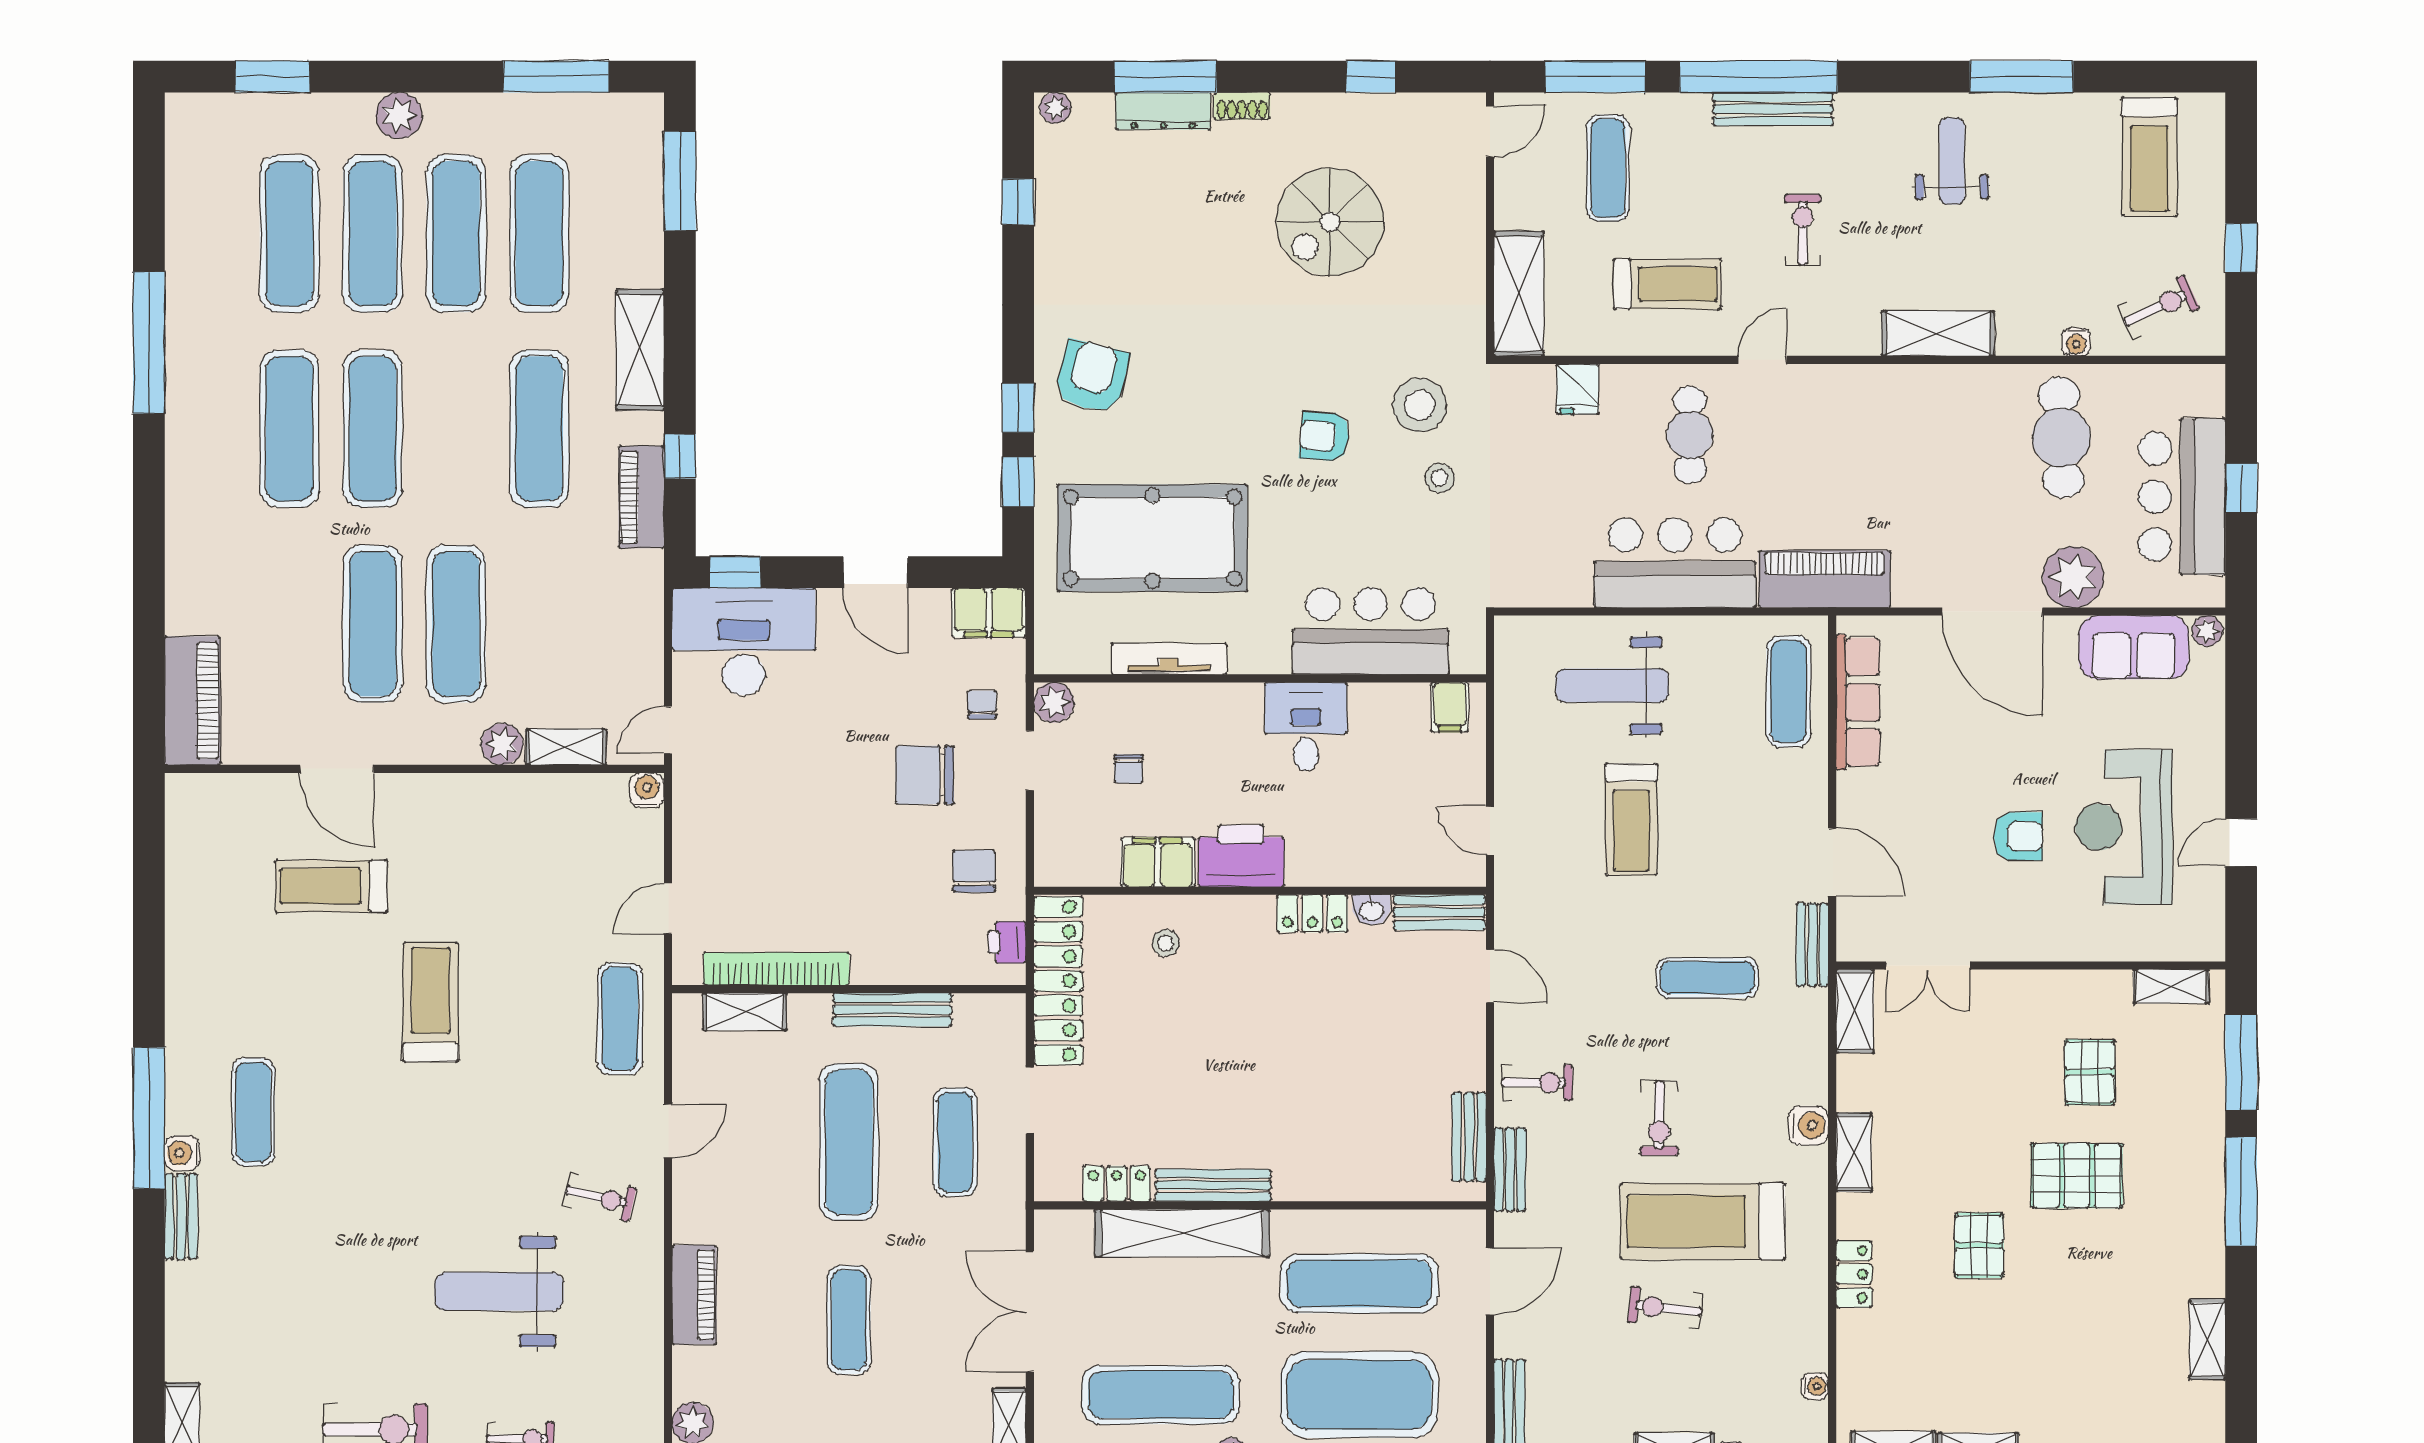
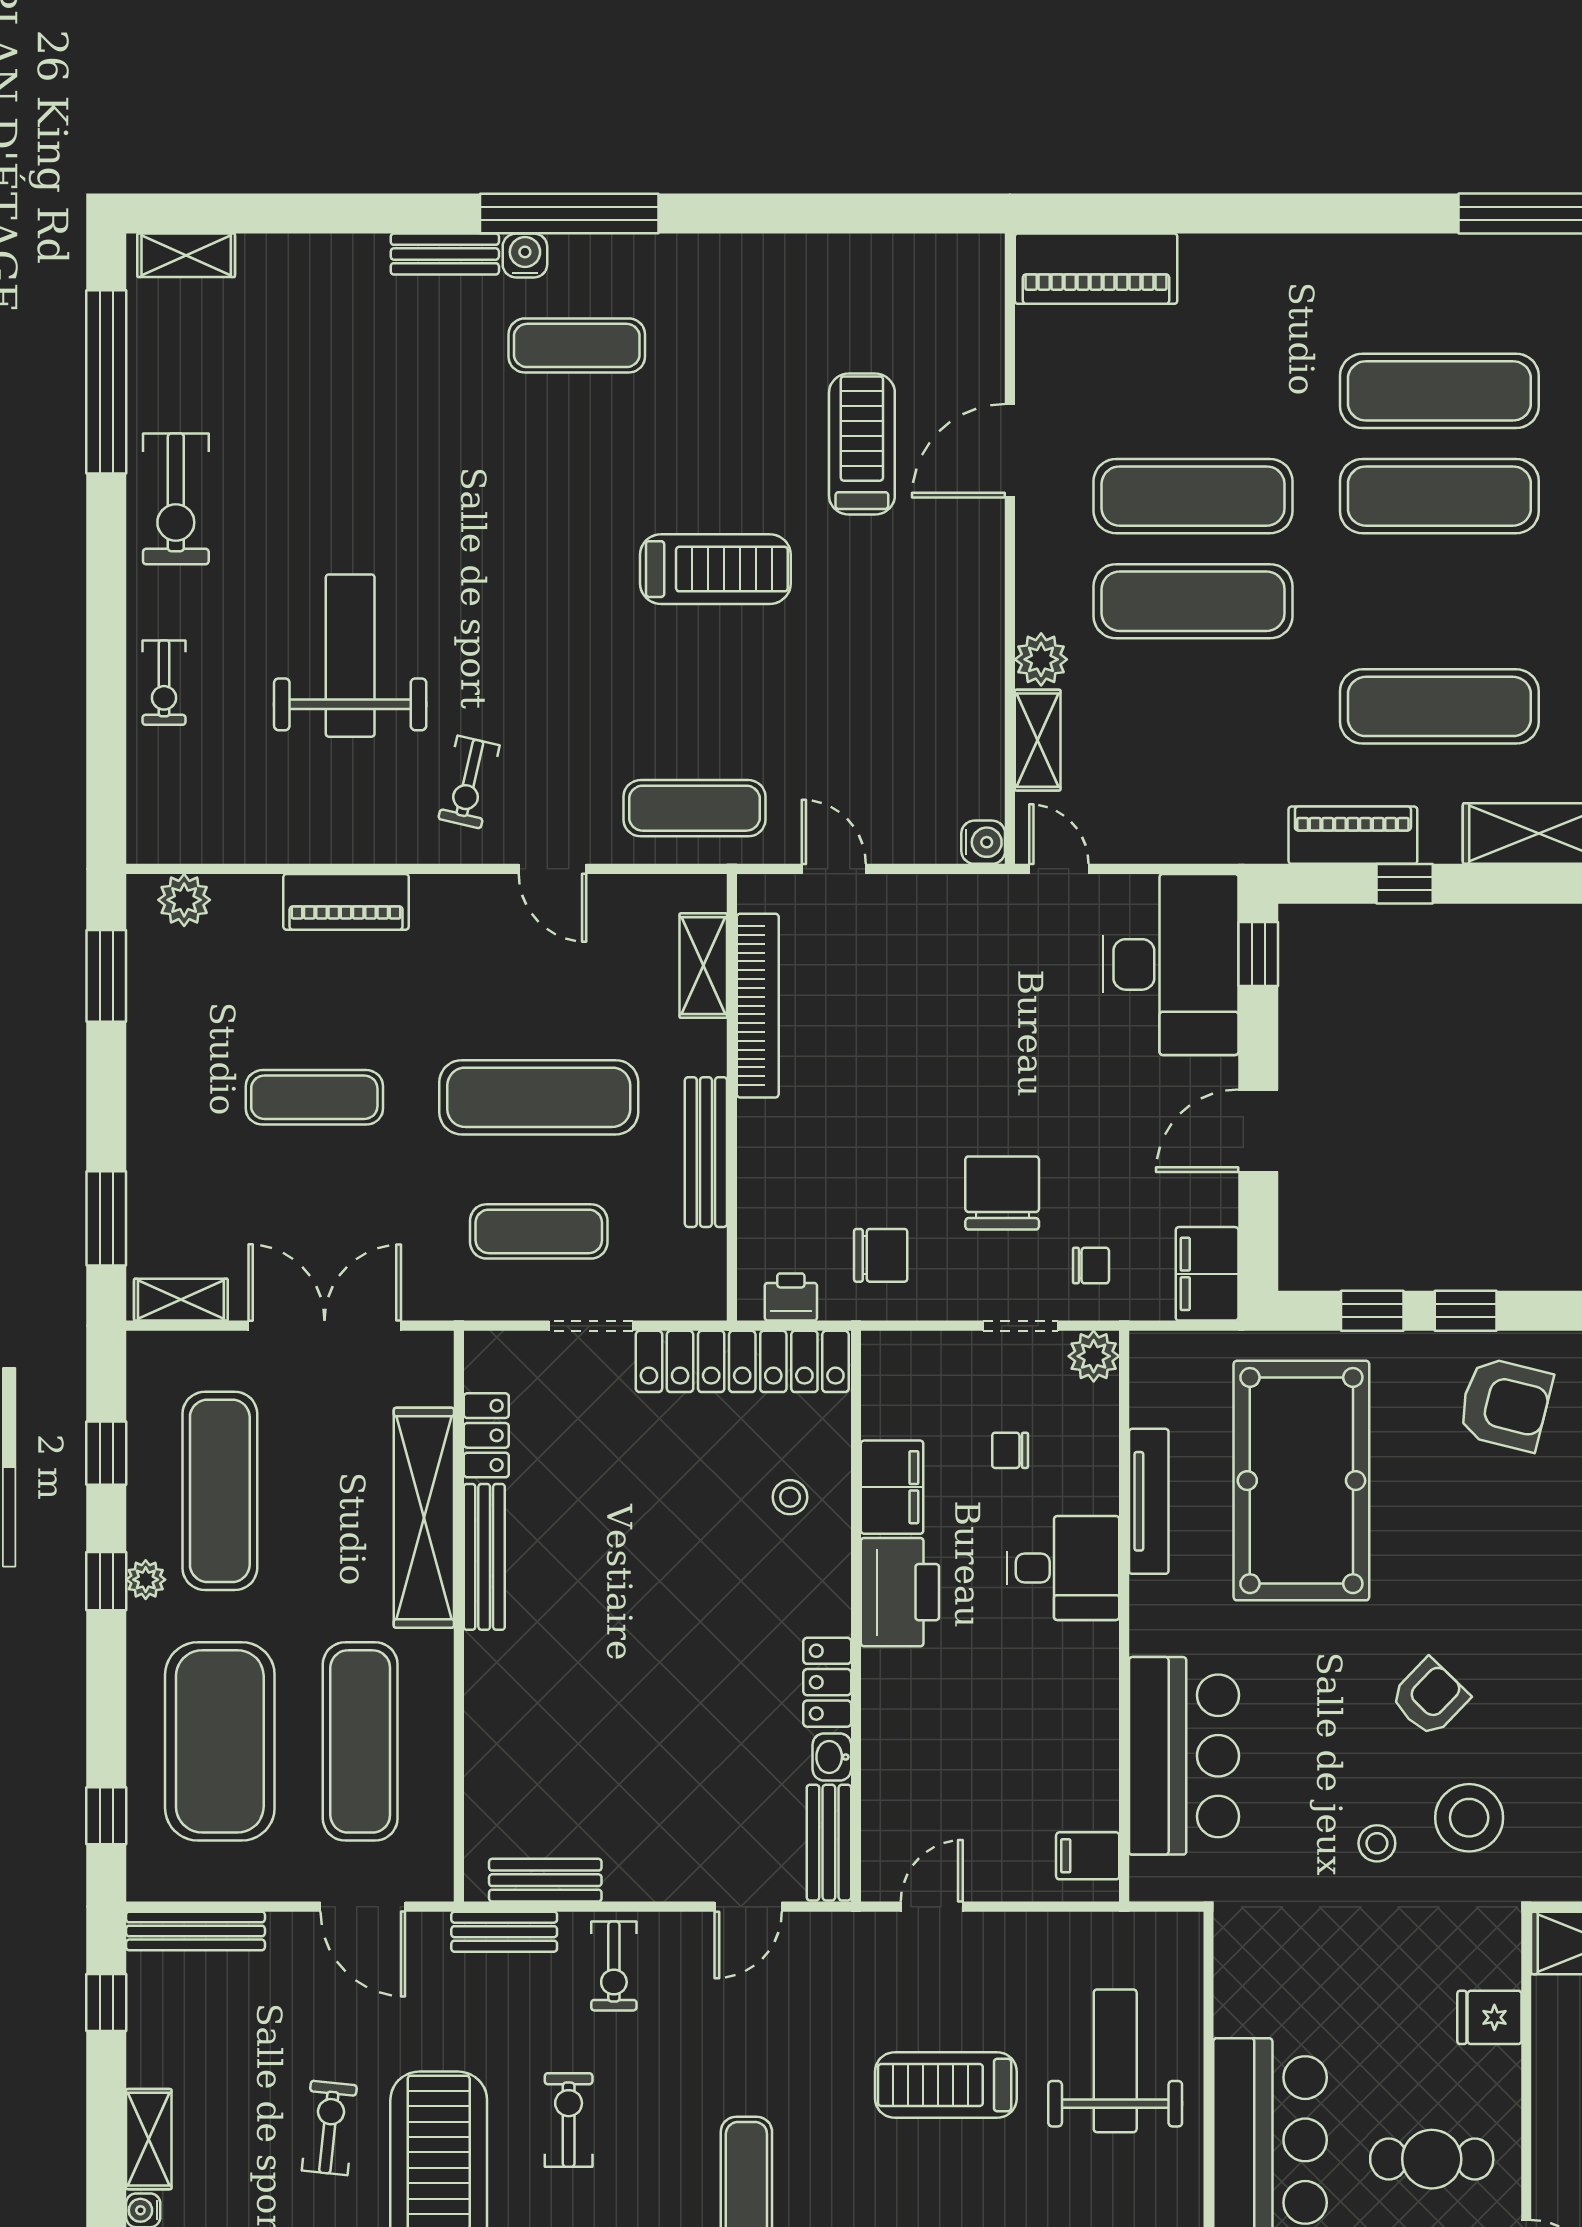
armchair: (1324, 436) -> (1430, 1697), turned 39
desk: (1306, 727) -> (1063, 1568), moved
exercise bike: (1659, 1118) -> (569, 2120), turned 90

